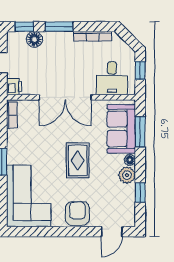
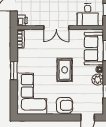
double door: (65, 97) -> (56, 28), width x0.73
armchair: (77, 214) -> (64, 105), turned 90

